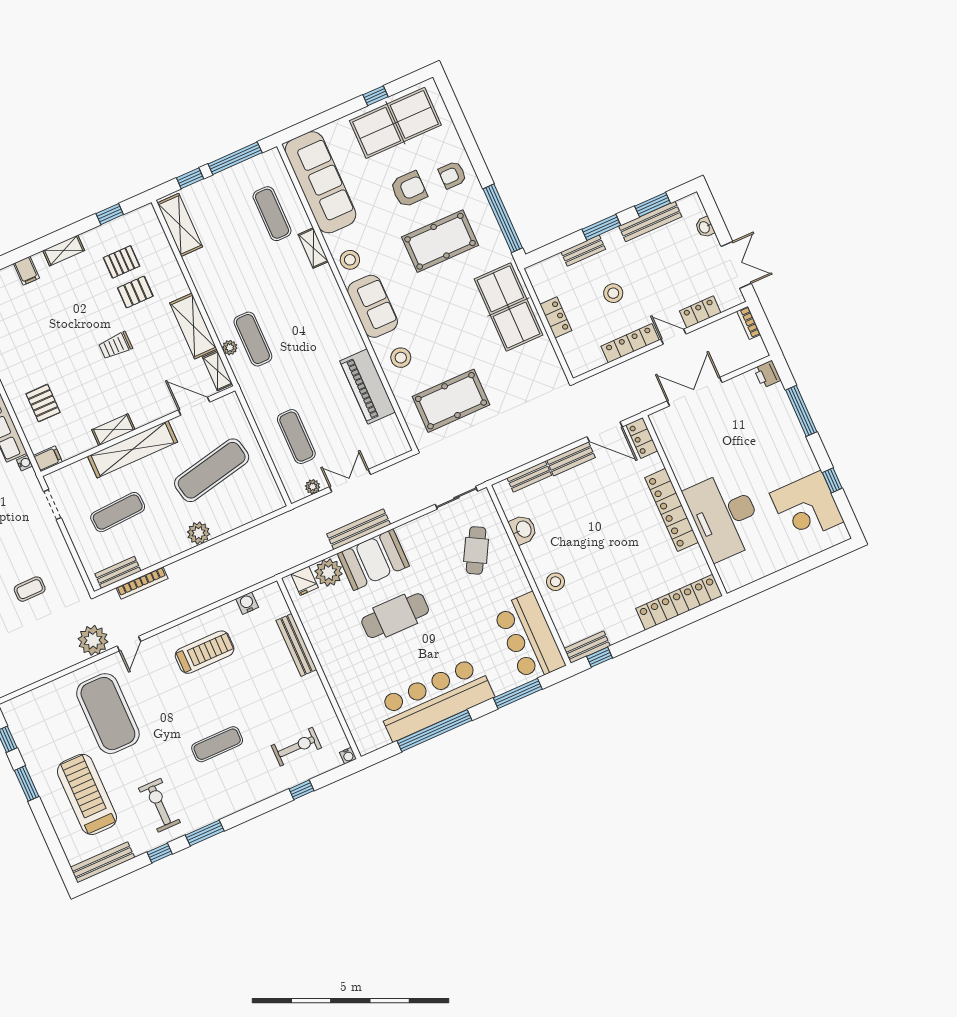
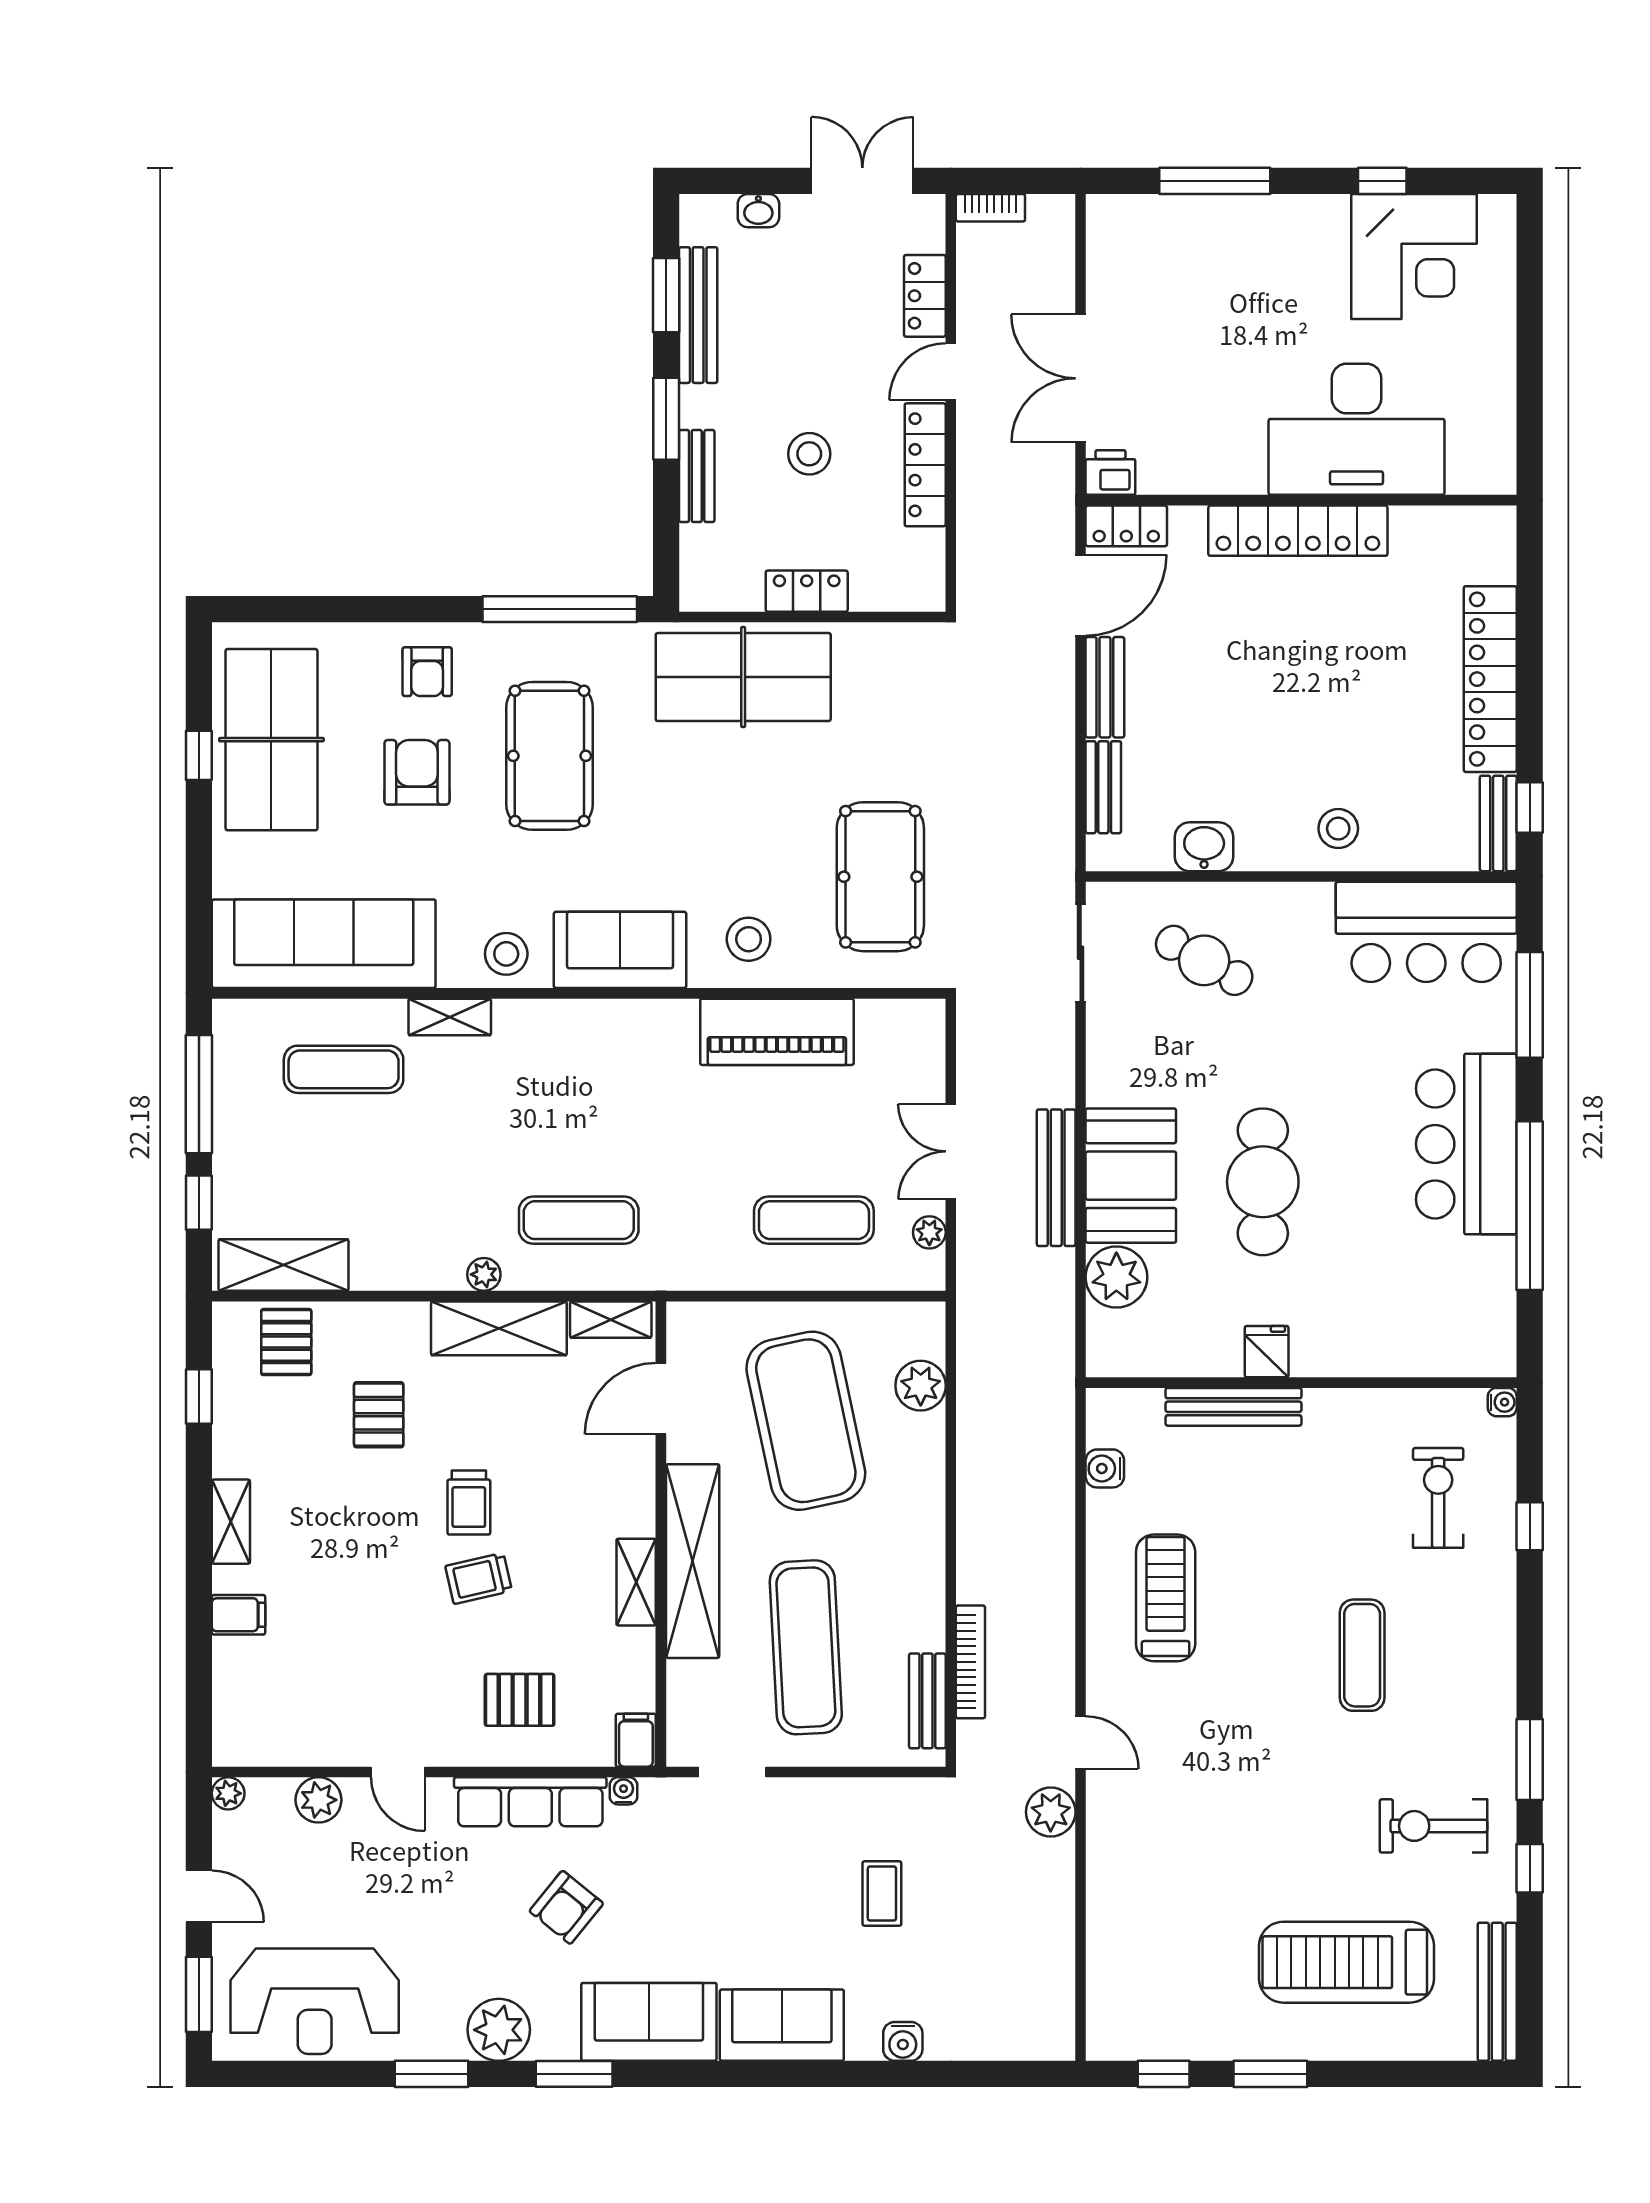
pallet: (122, 262) -> (286, 1342), moved
plant: (230, 348) -> (484, 1274), moved
trolley: (86, 364) -> (479, 1578), added
printer: (767, 374) -> (1110, 472), moved, turned 180
exercise mat: (212, 470) -> (806, 1421), width x1.47
exercise mat: (118, 512) -> (806, 1647), width x1.36, depth x1.45
plant: (199, 533) -> (921, 1386), moved
fridge: (305, 581) -> (1267, 1352), moved, turned -90
locker: (679, 602) -> (1490, 679), moved
plant: (93, 640) -> (1051, 1812), width x0.73, depth x0.73
bar counter: (435, 699) -> (1466, 1144), width x0.73
exercise mat: (108, 714) -> (1203, 1848), removed

